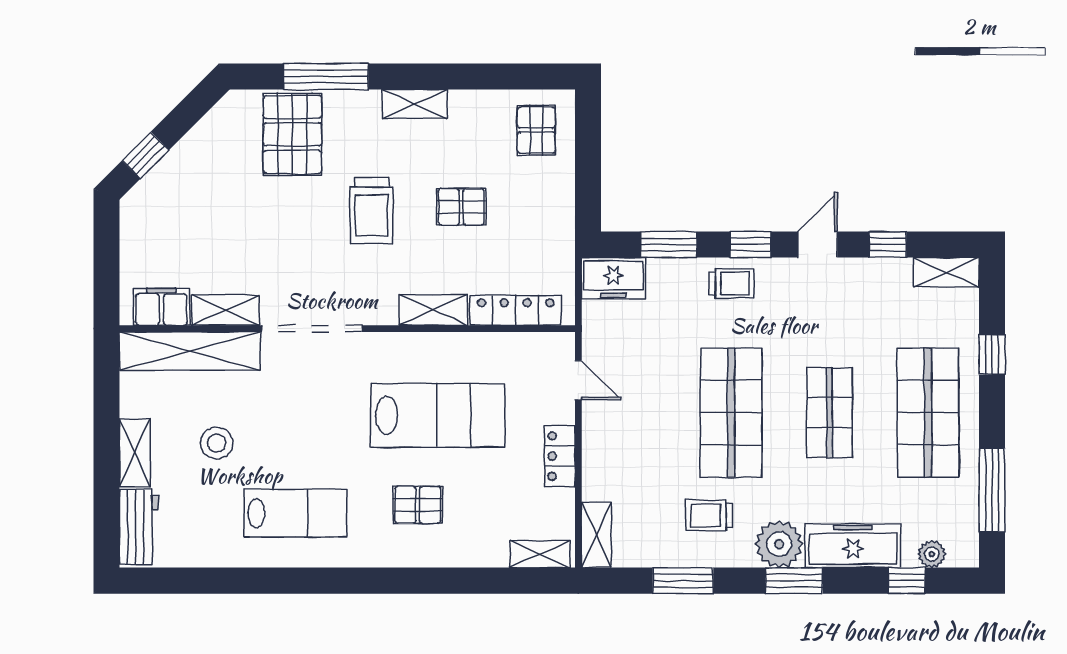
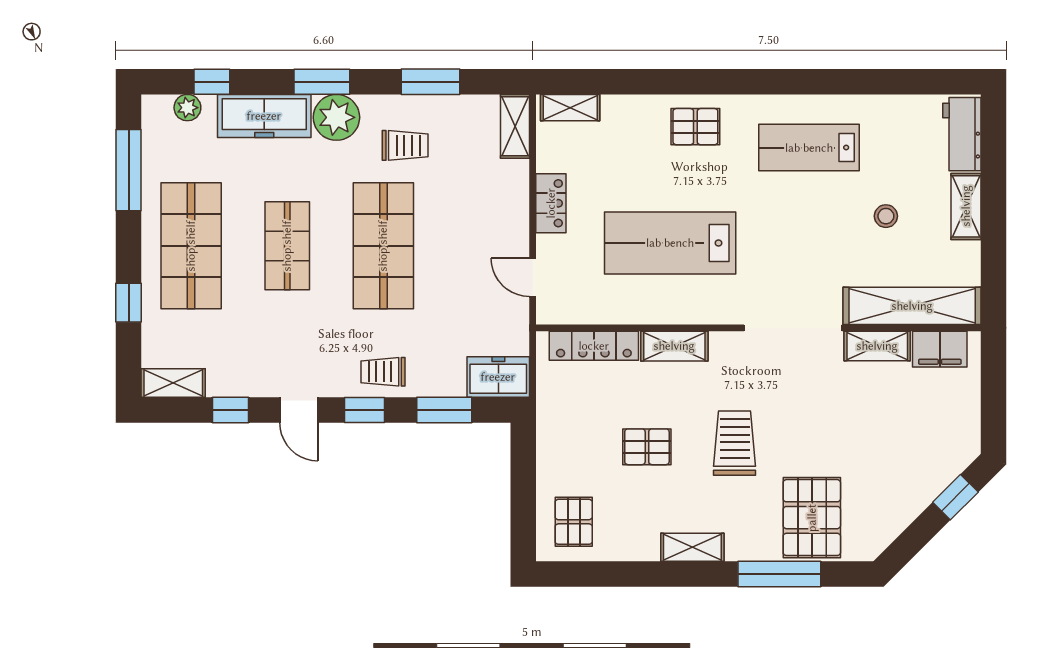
door: (818, 245) -> (299, 410), hinge flipped
stool: (217, 443) -> (886, 216), width x0.73, depth x0.73
pallet: (418, 505) -> (695, 127), moved

